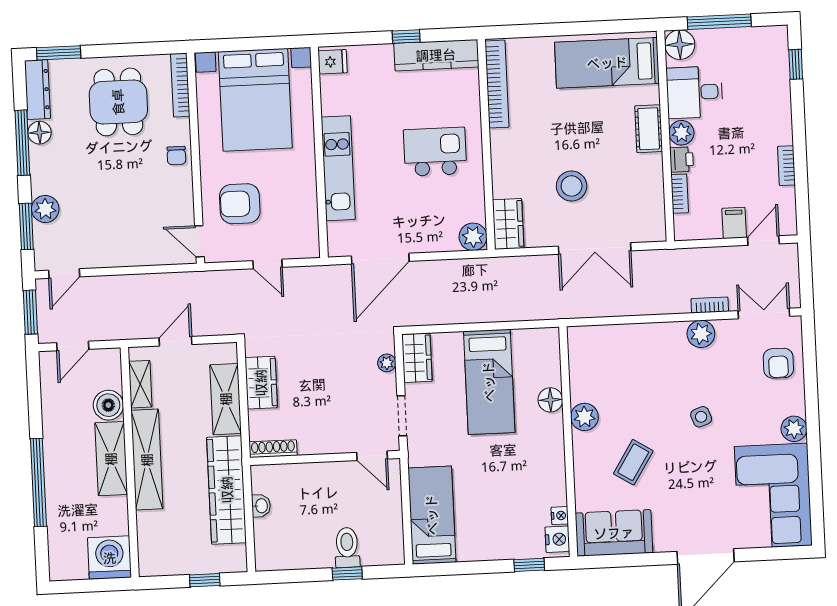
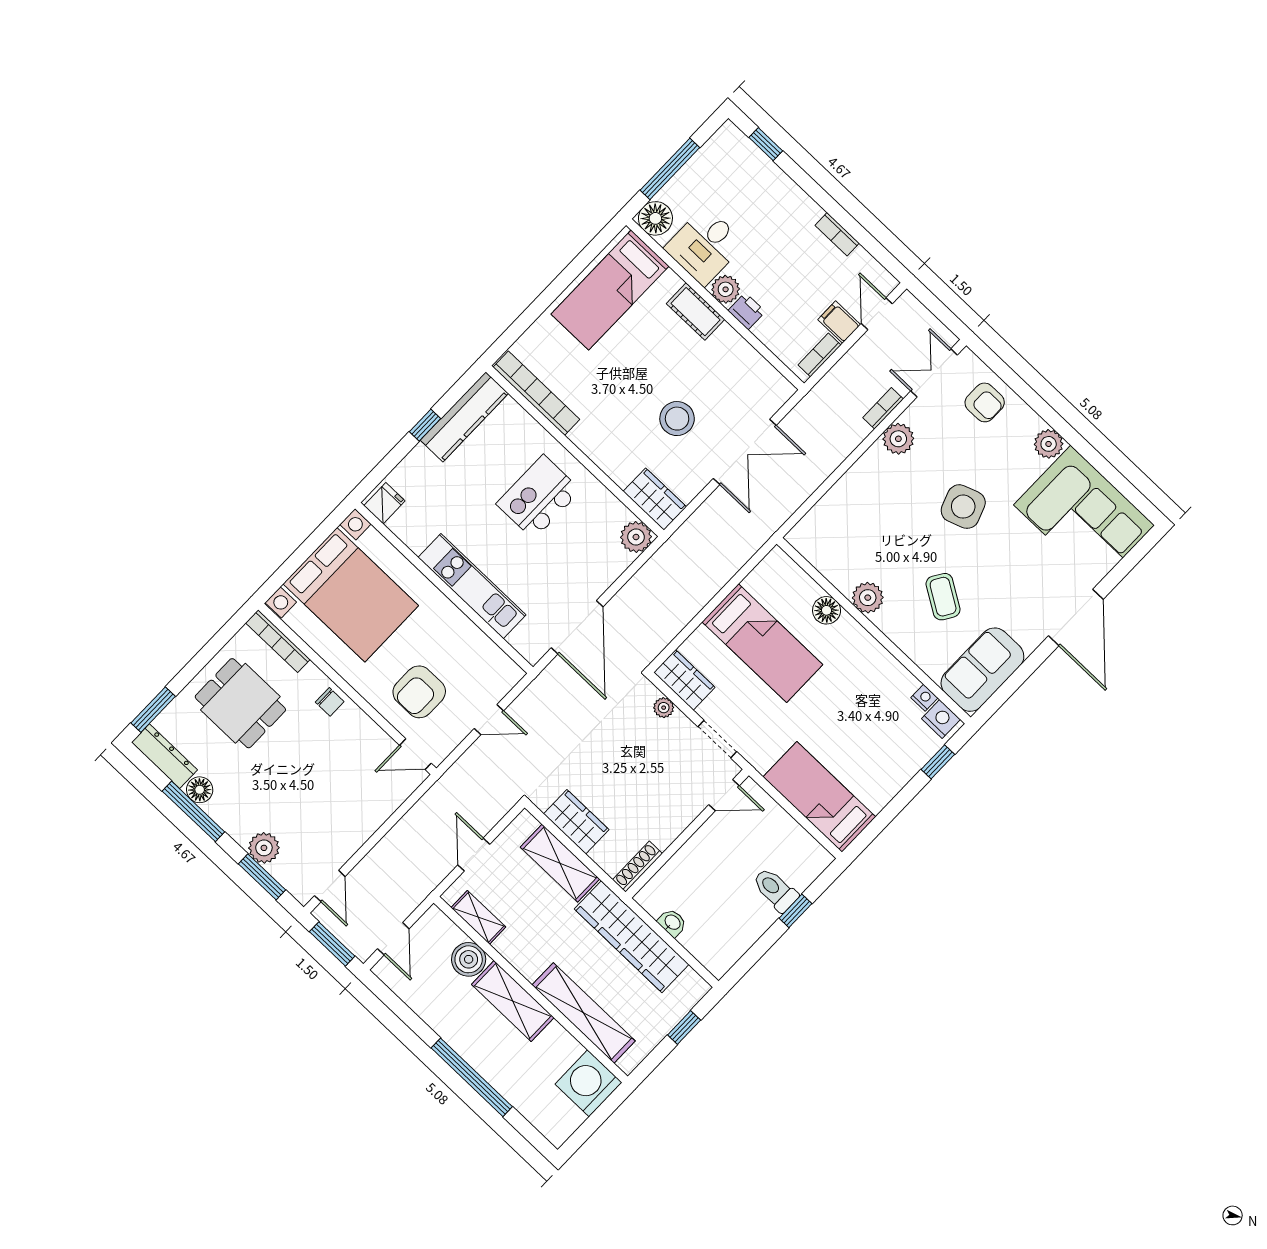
bookcase: (680, 194) -> (819, 355), moved, turned -90
side table: (701, 417) -> (963, 507), width x1.87, depth x1.87
shelving: (147, 460) -> (584, 1013), moved

